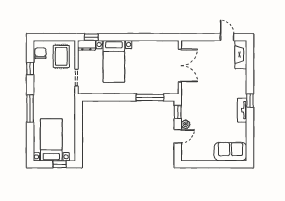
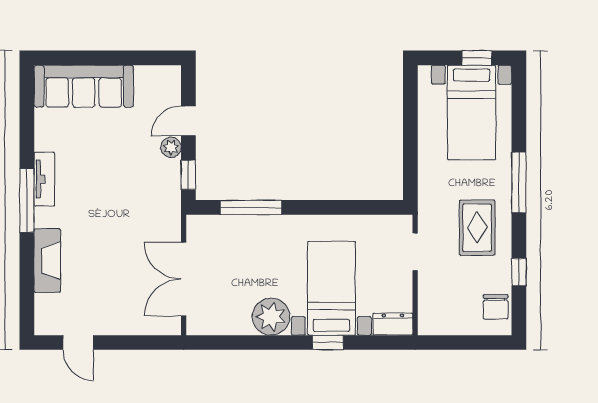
window: (91, 37) -> (328, 343), moved
plant: (141, 49) -> (271, 317), added
fireplace: (241, 55) -> (47, 261), moved
rug: (61, 56) -> (477, 228), moved
window: (250, 101) -> (27, 200), width x2.17
sofa: (230, 152) -> (84, 86), width x1.36
window: (60, 164) -> (477, 58), moved

